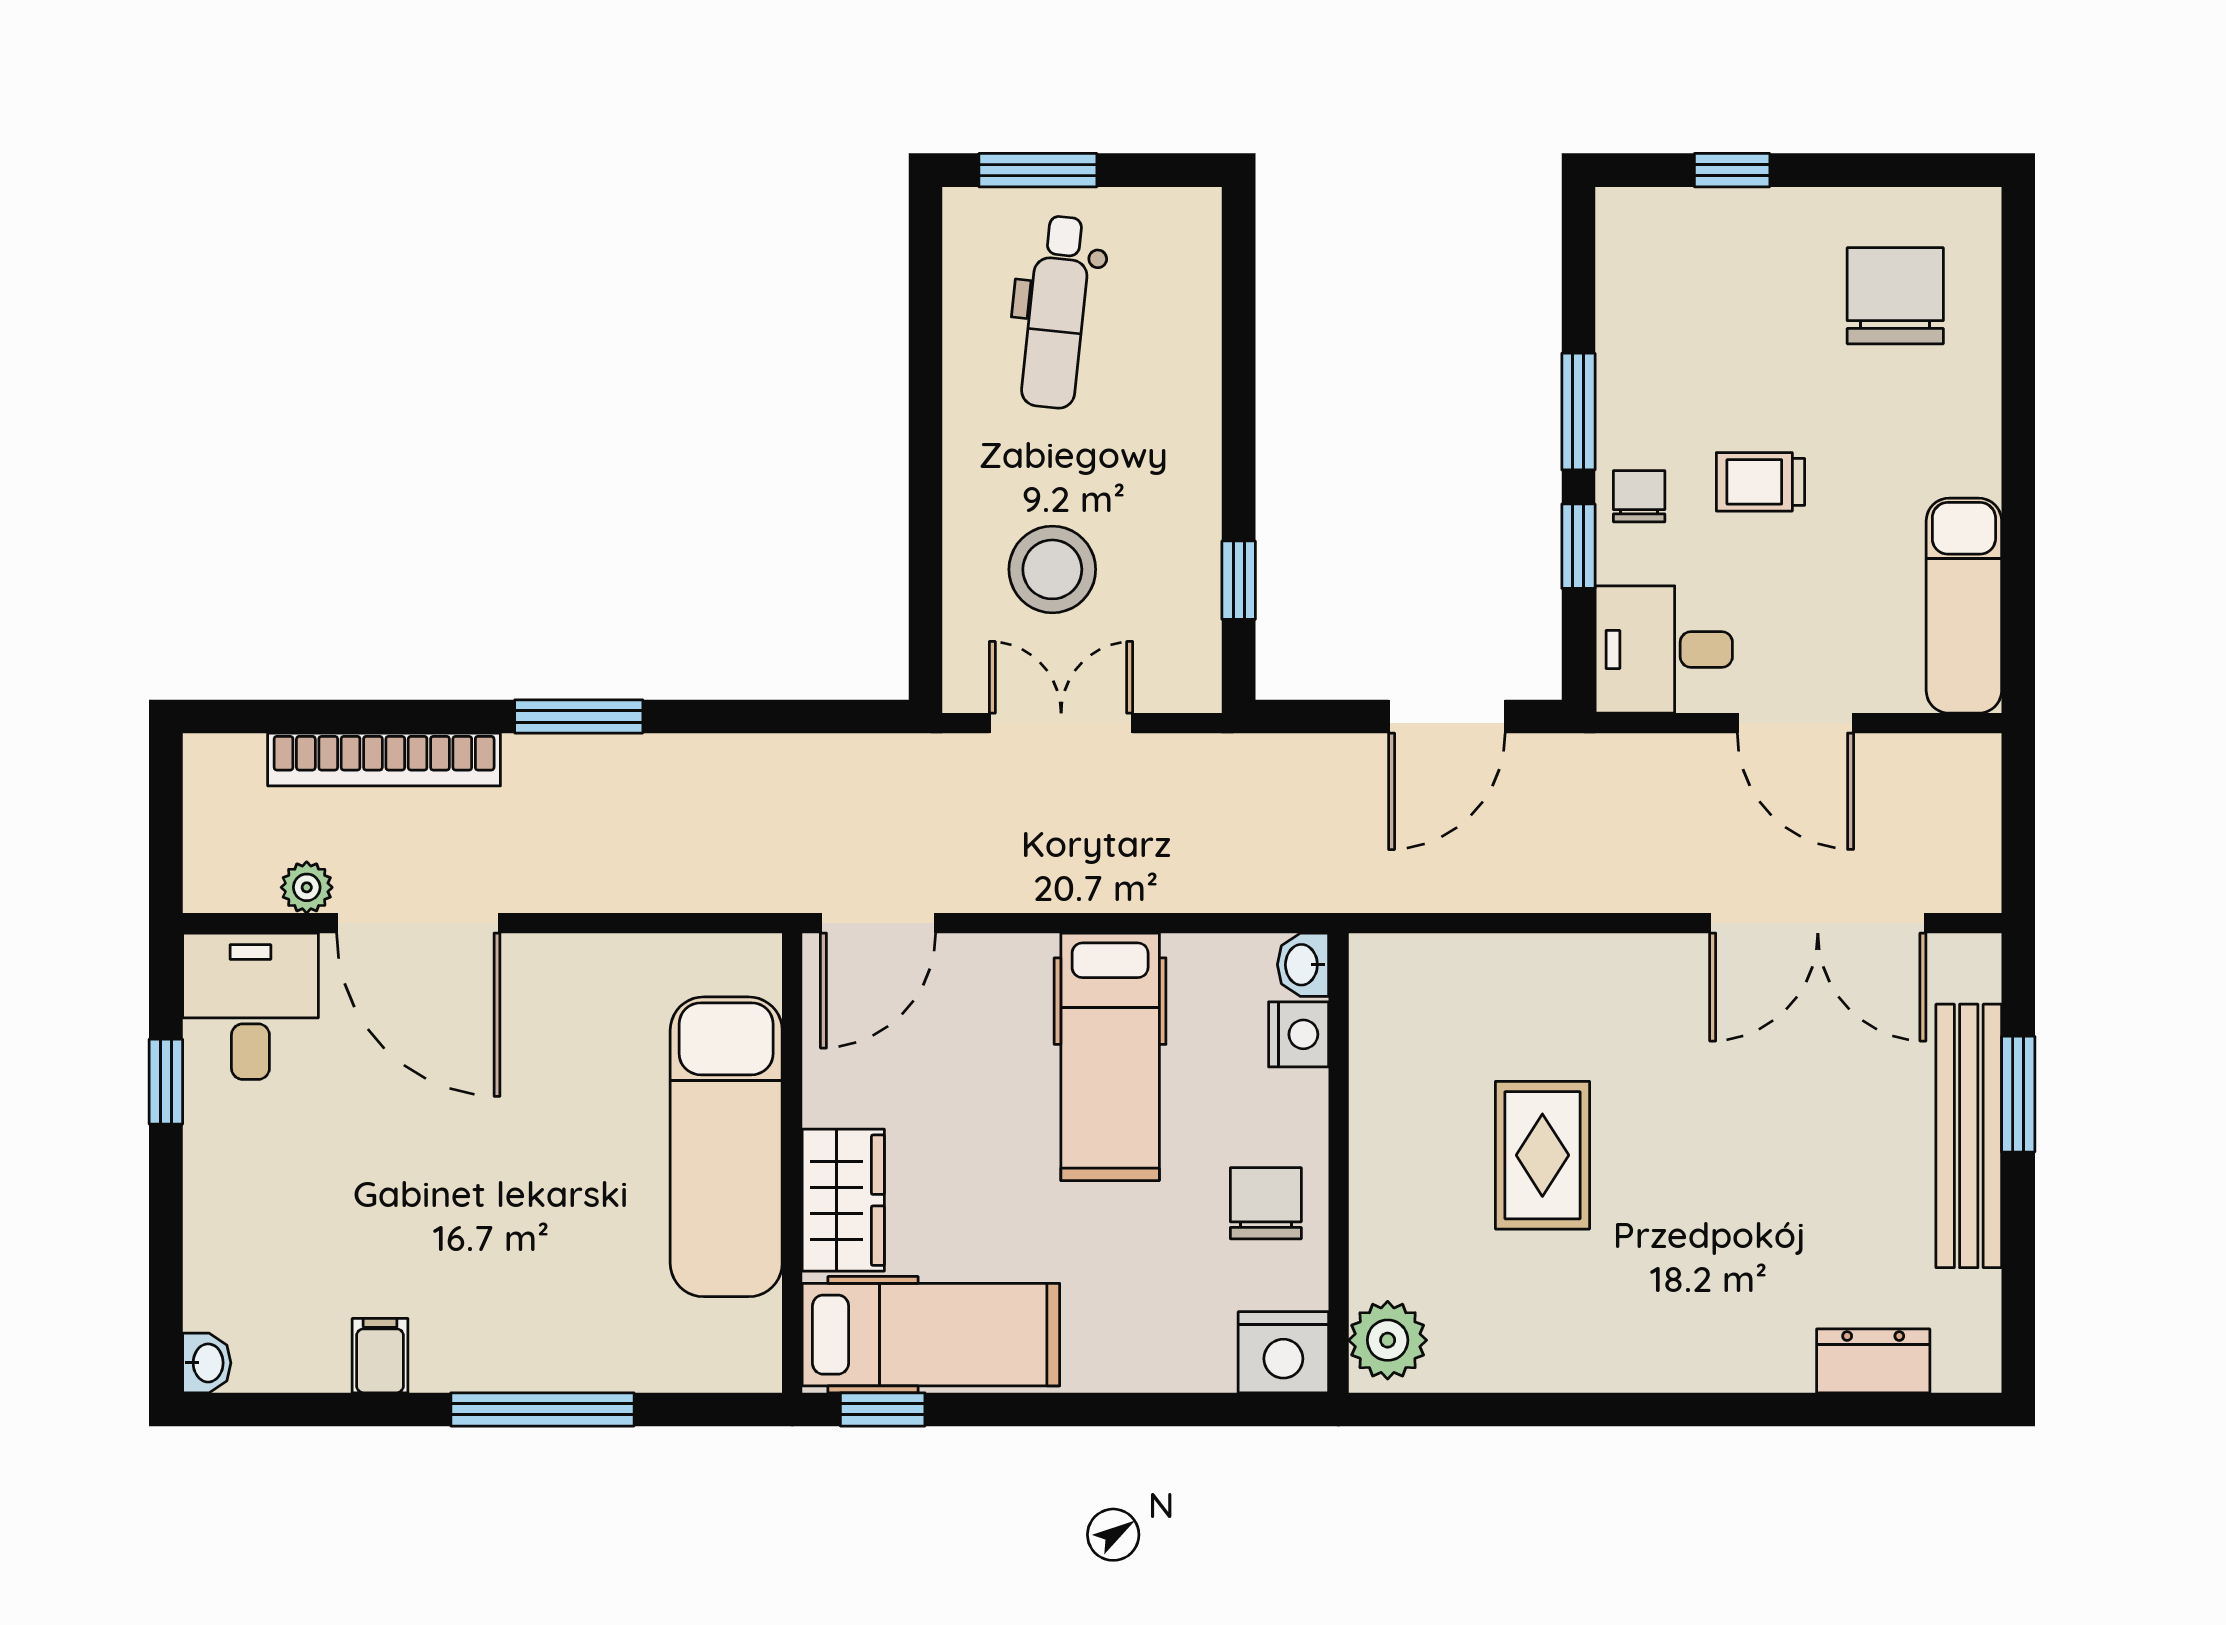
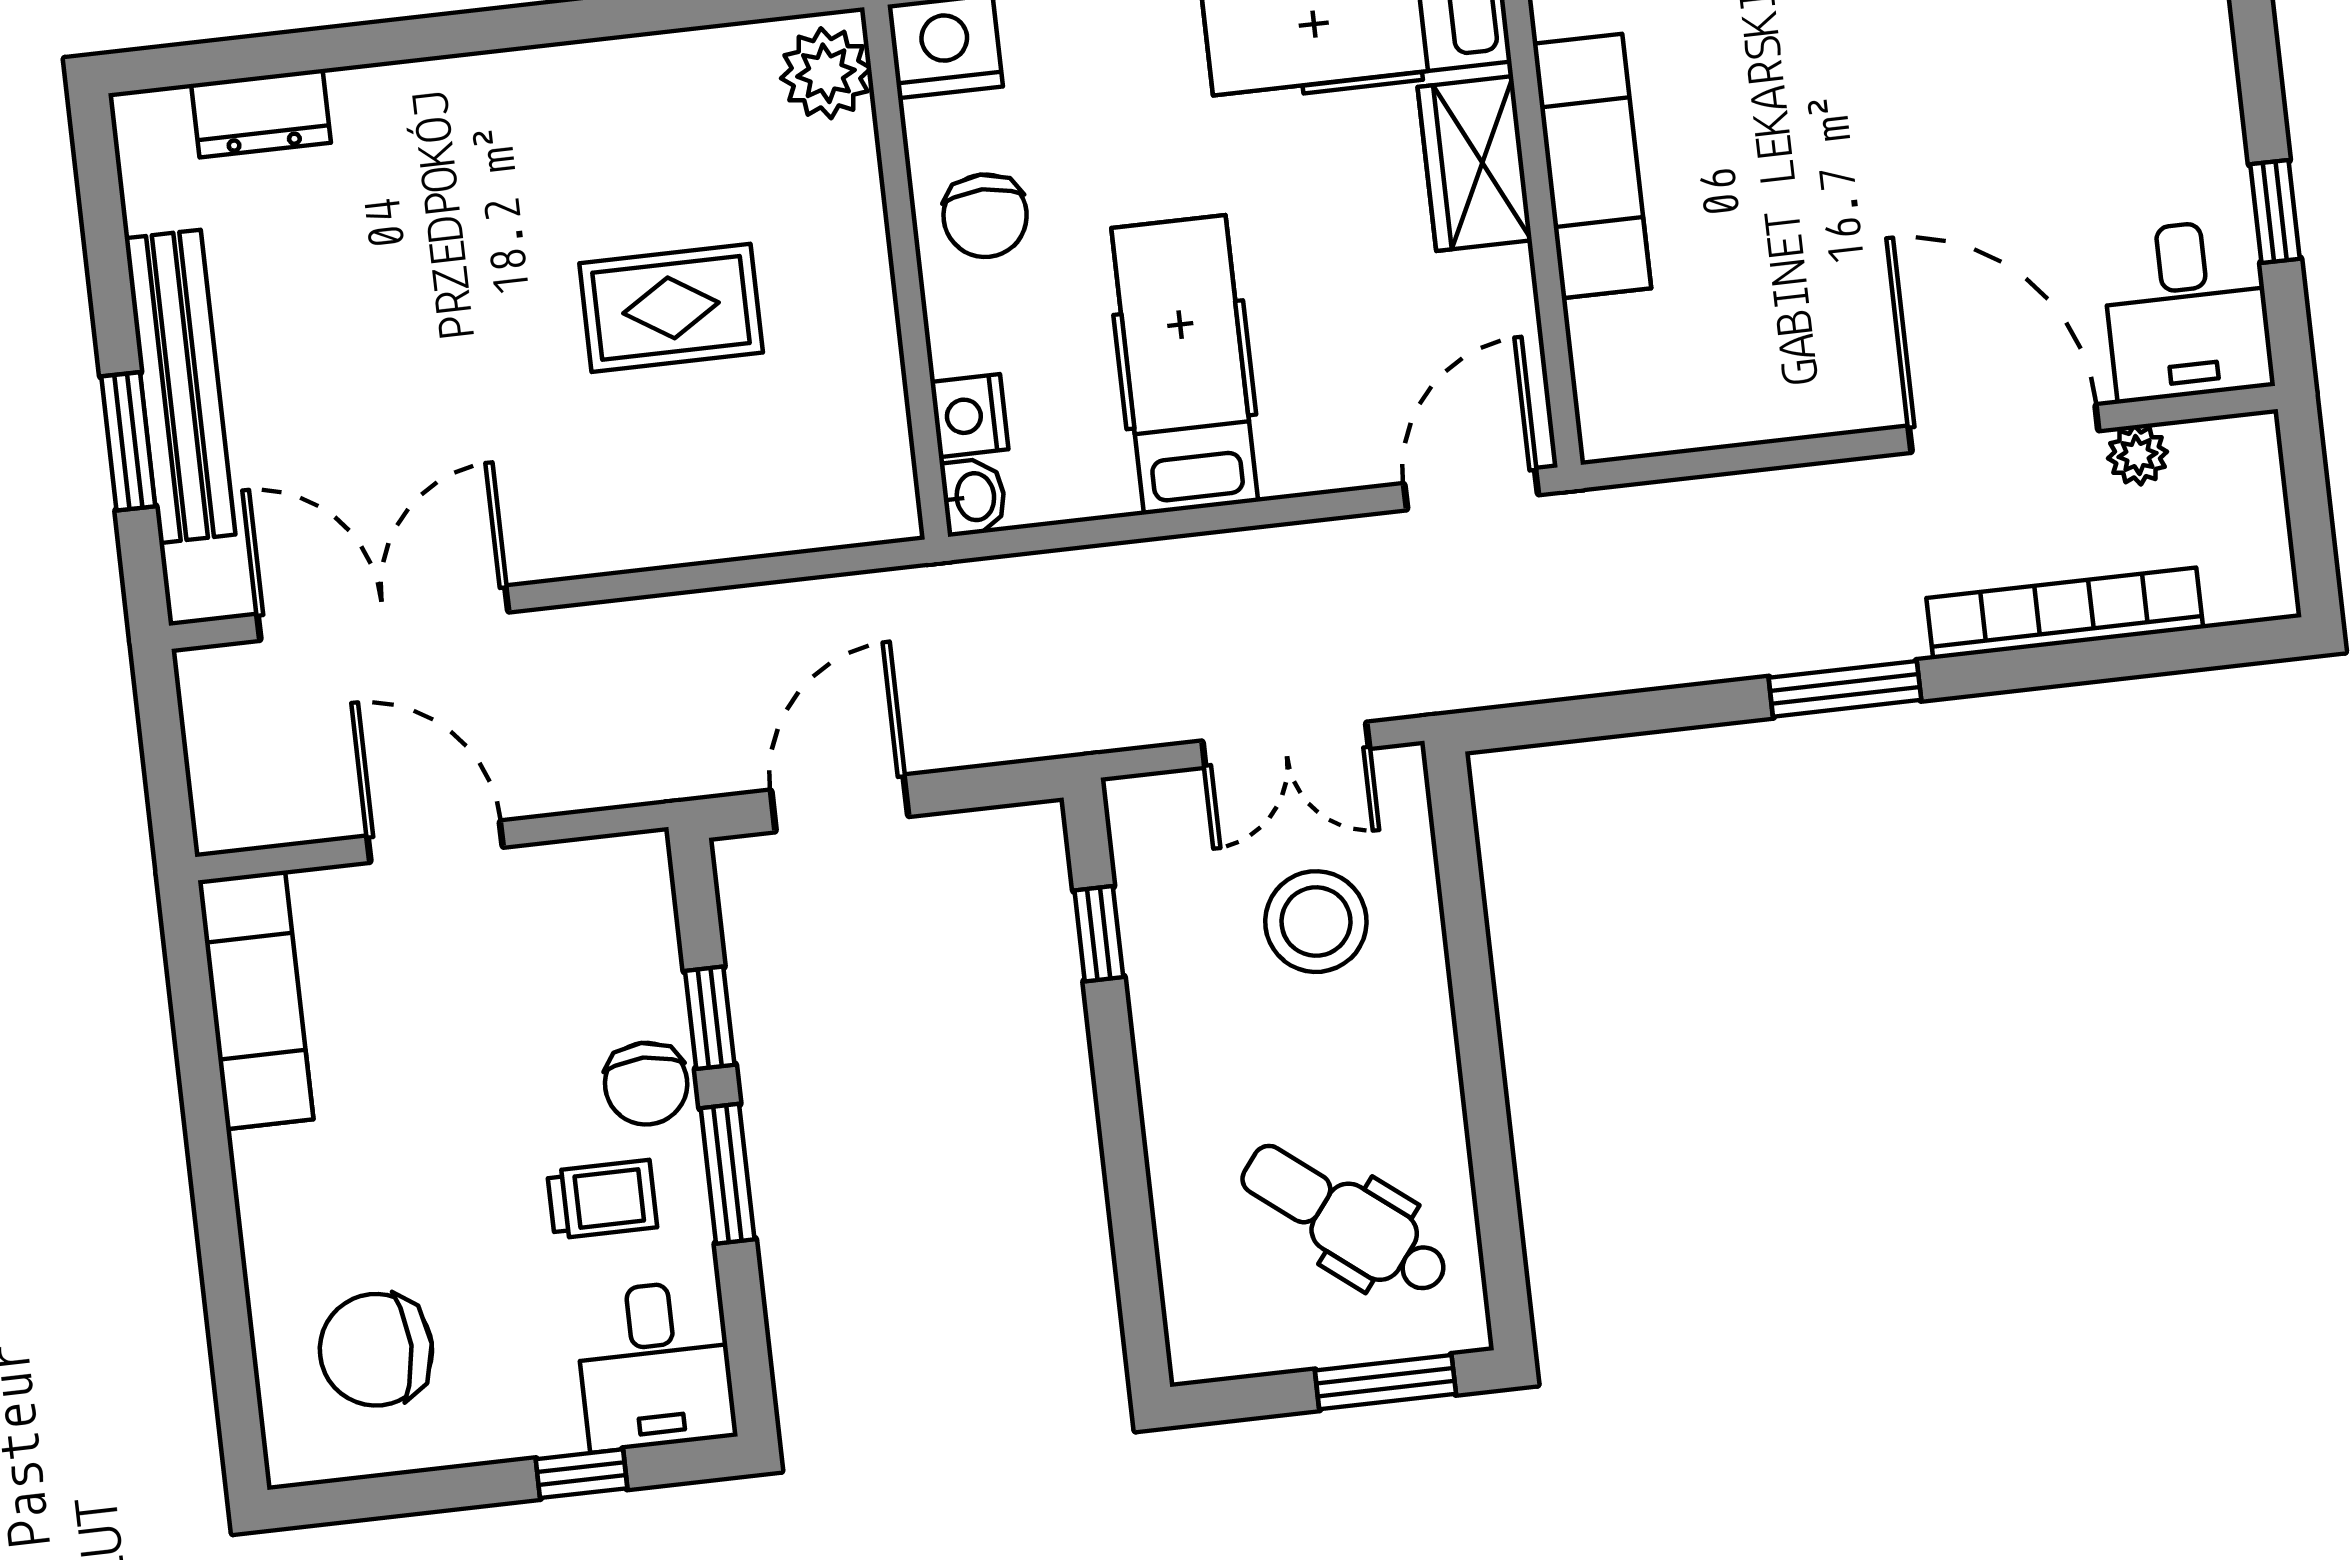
chair: (1895, 296) -> (376, 1350), turned 90
dental chair: (1056, 312) -> (1345, 1220), turned -58
trolley: (1760, 482) -> (602, 1199), moved
chair: (1639, 496) -> (646, 1084), width x1.37, depth x1.37
desk: (1664, 649) -> (655, 1365), moved, turned 90
exam couch: (726, 1147) -> (1592, 166), width x0.73, depth x0.69
rug: (1542, 1155) -> (671, 308), turned 90

